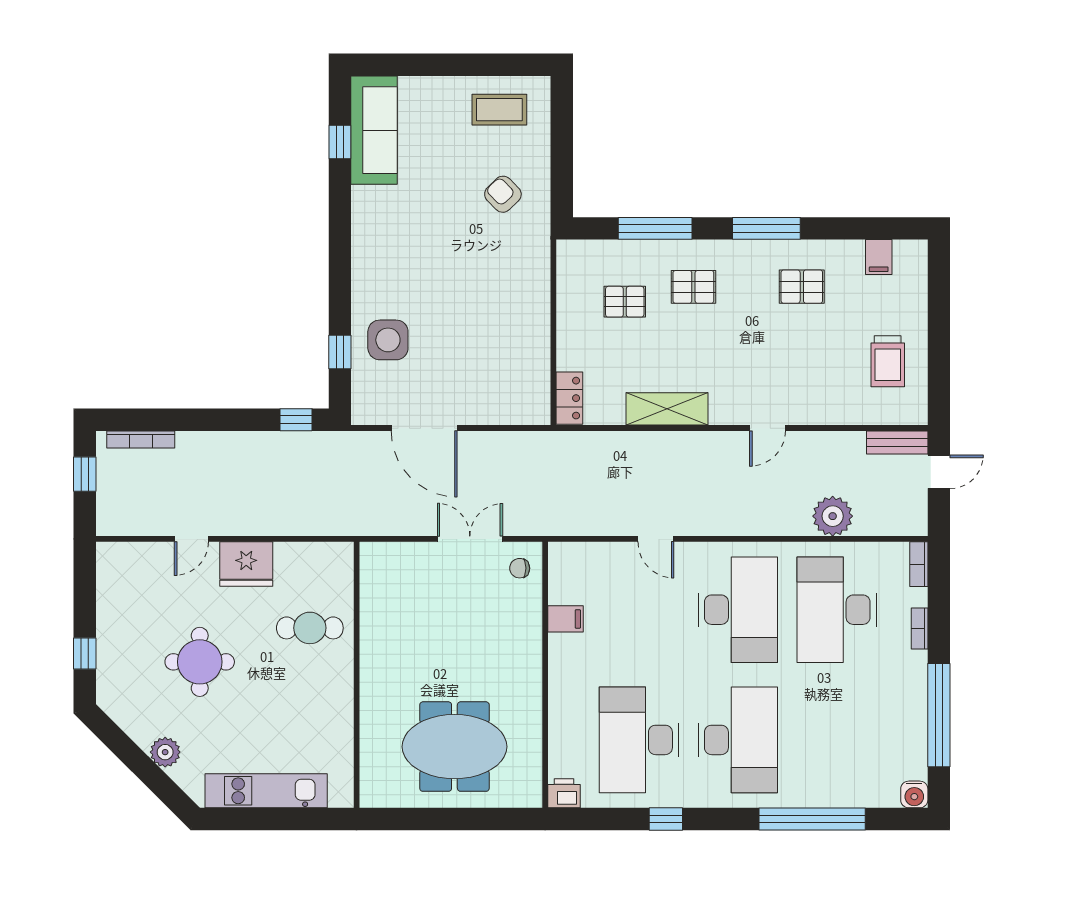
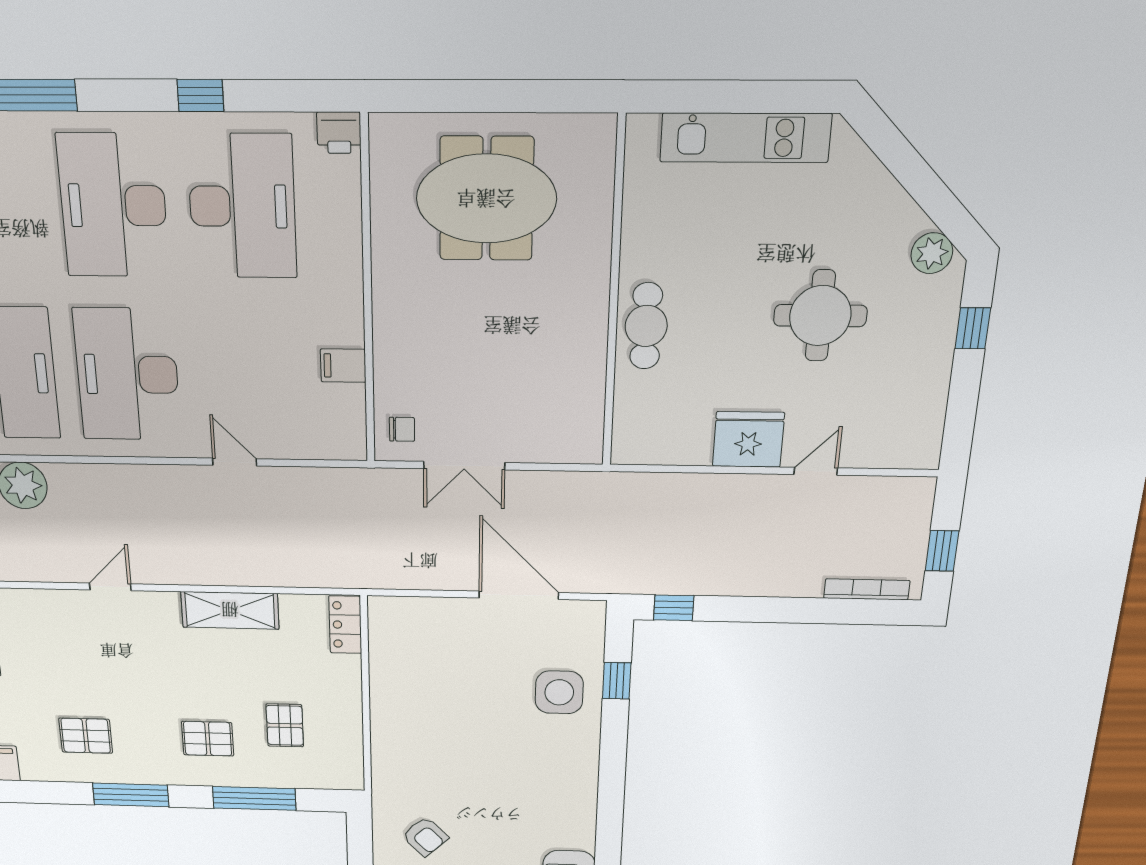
pallet: (625, 302) -> (285, 725), turned 90
cafe table: (310, 628) -> (646, 326), moved, turned 90
plant: (165, 752) -> (932, 253), moved

